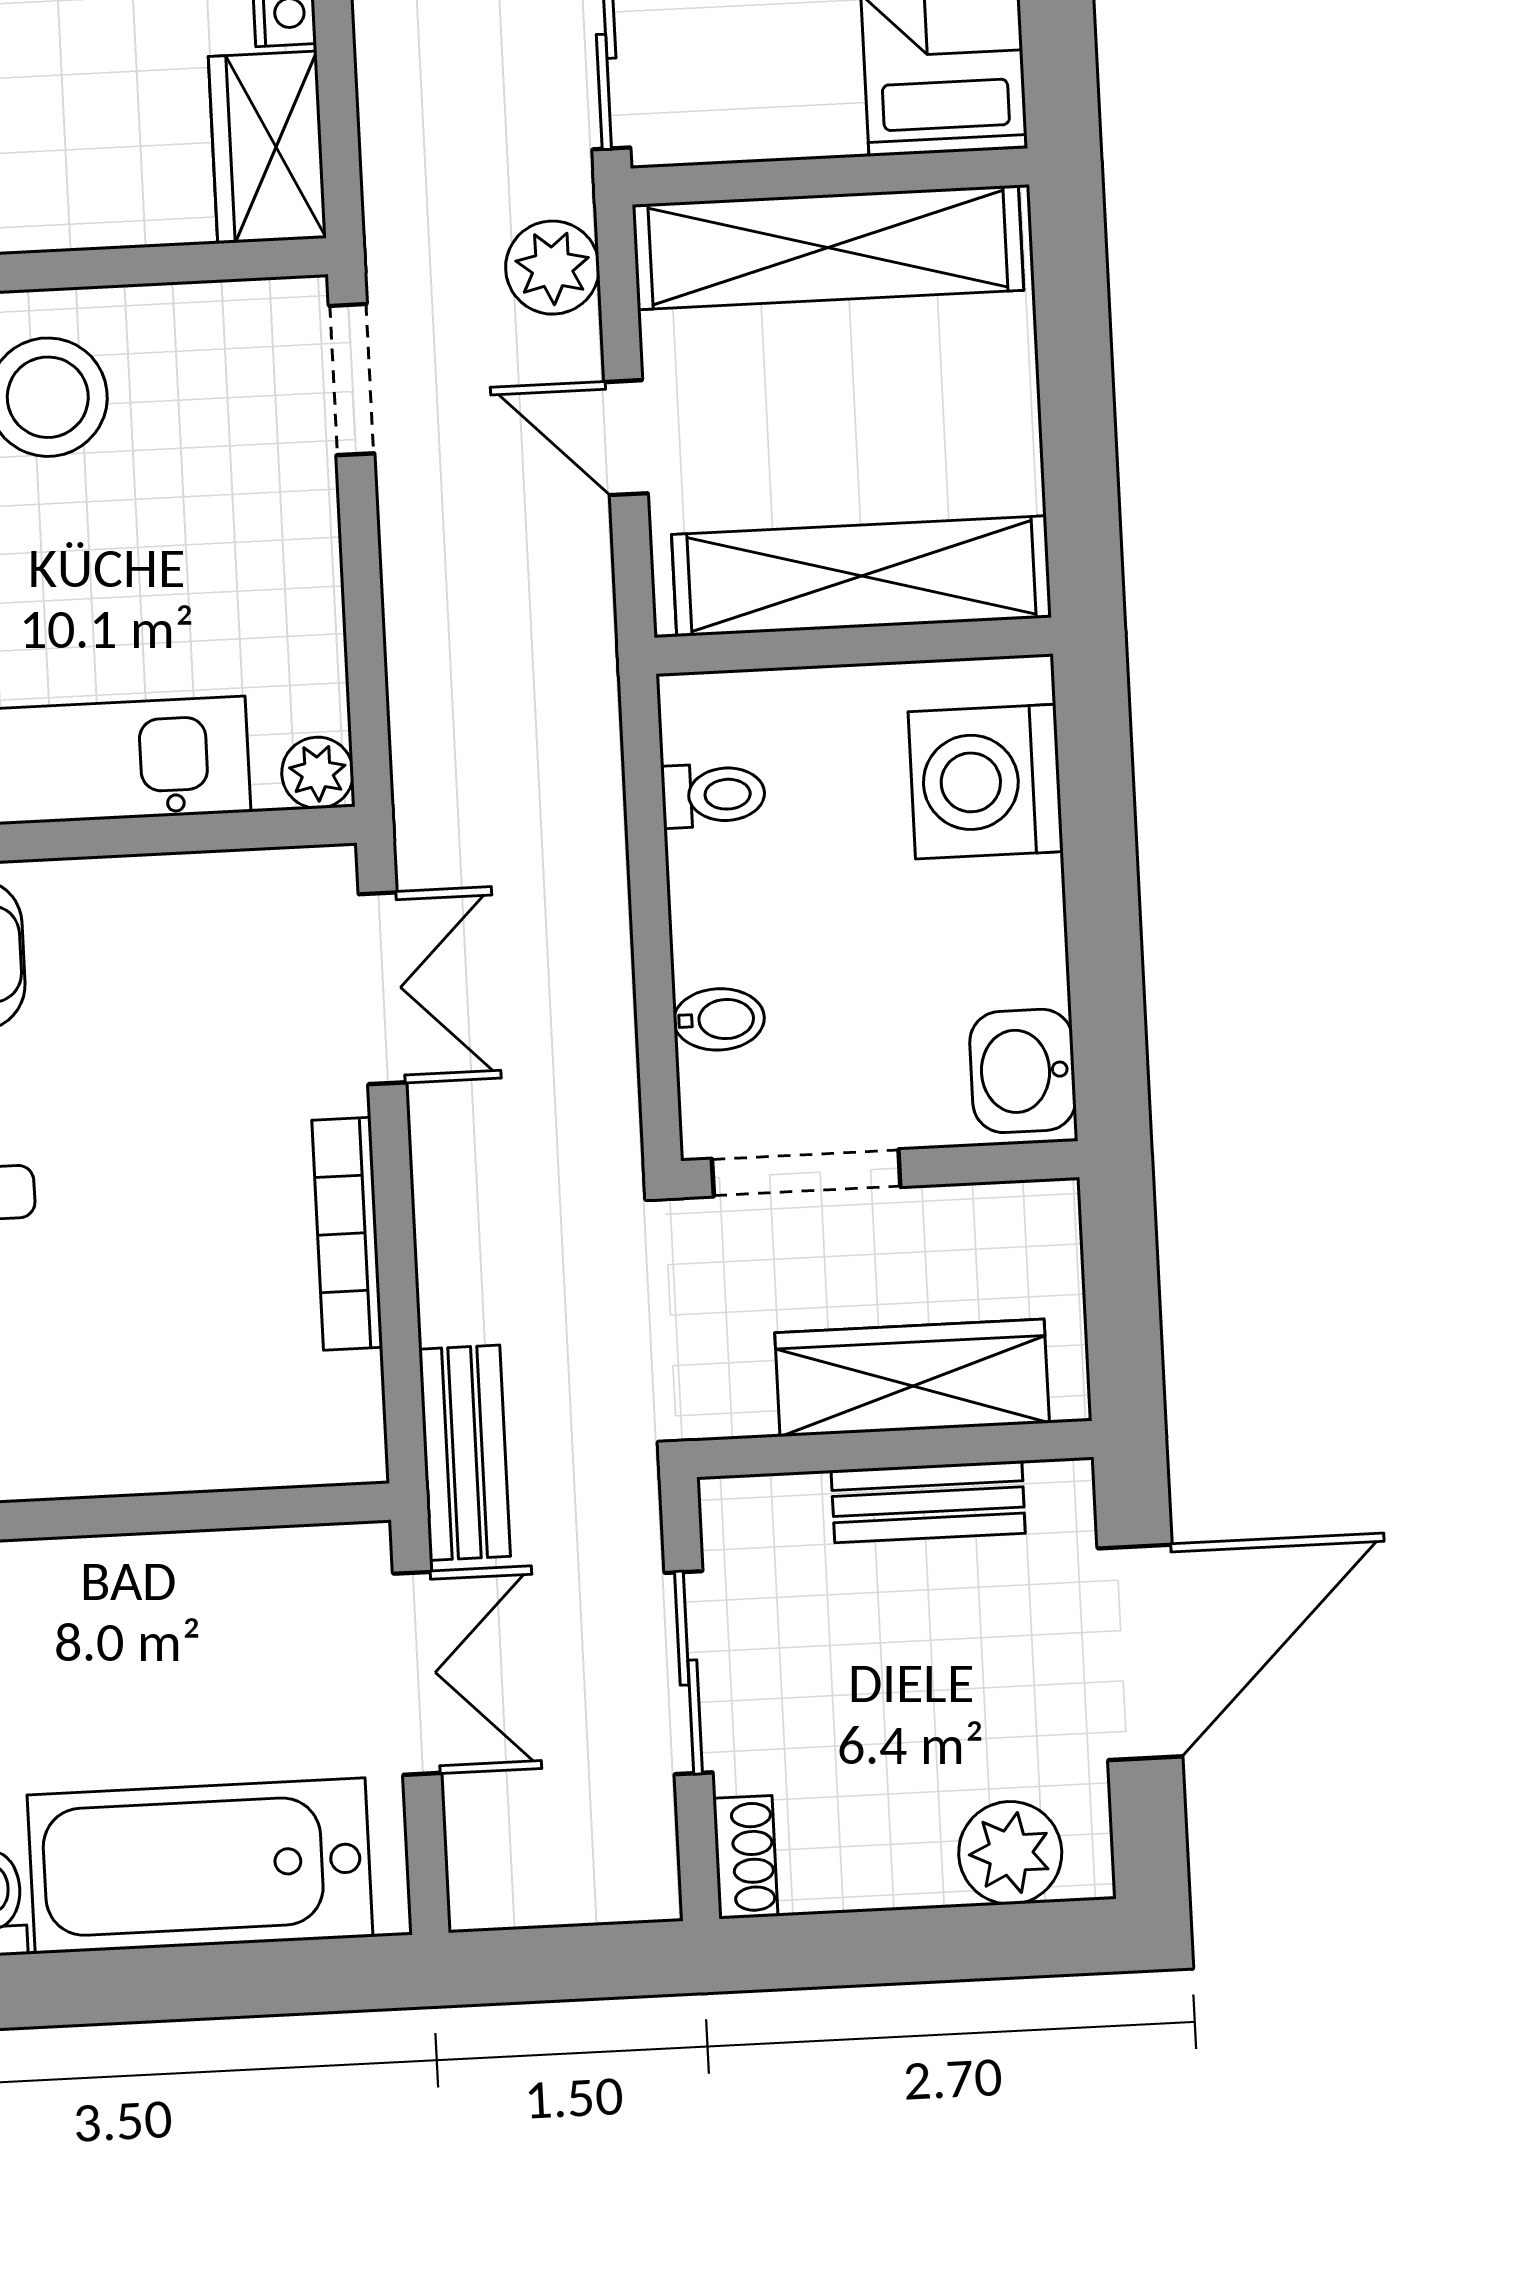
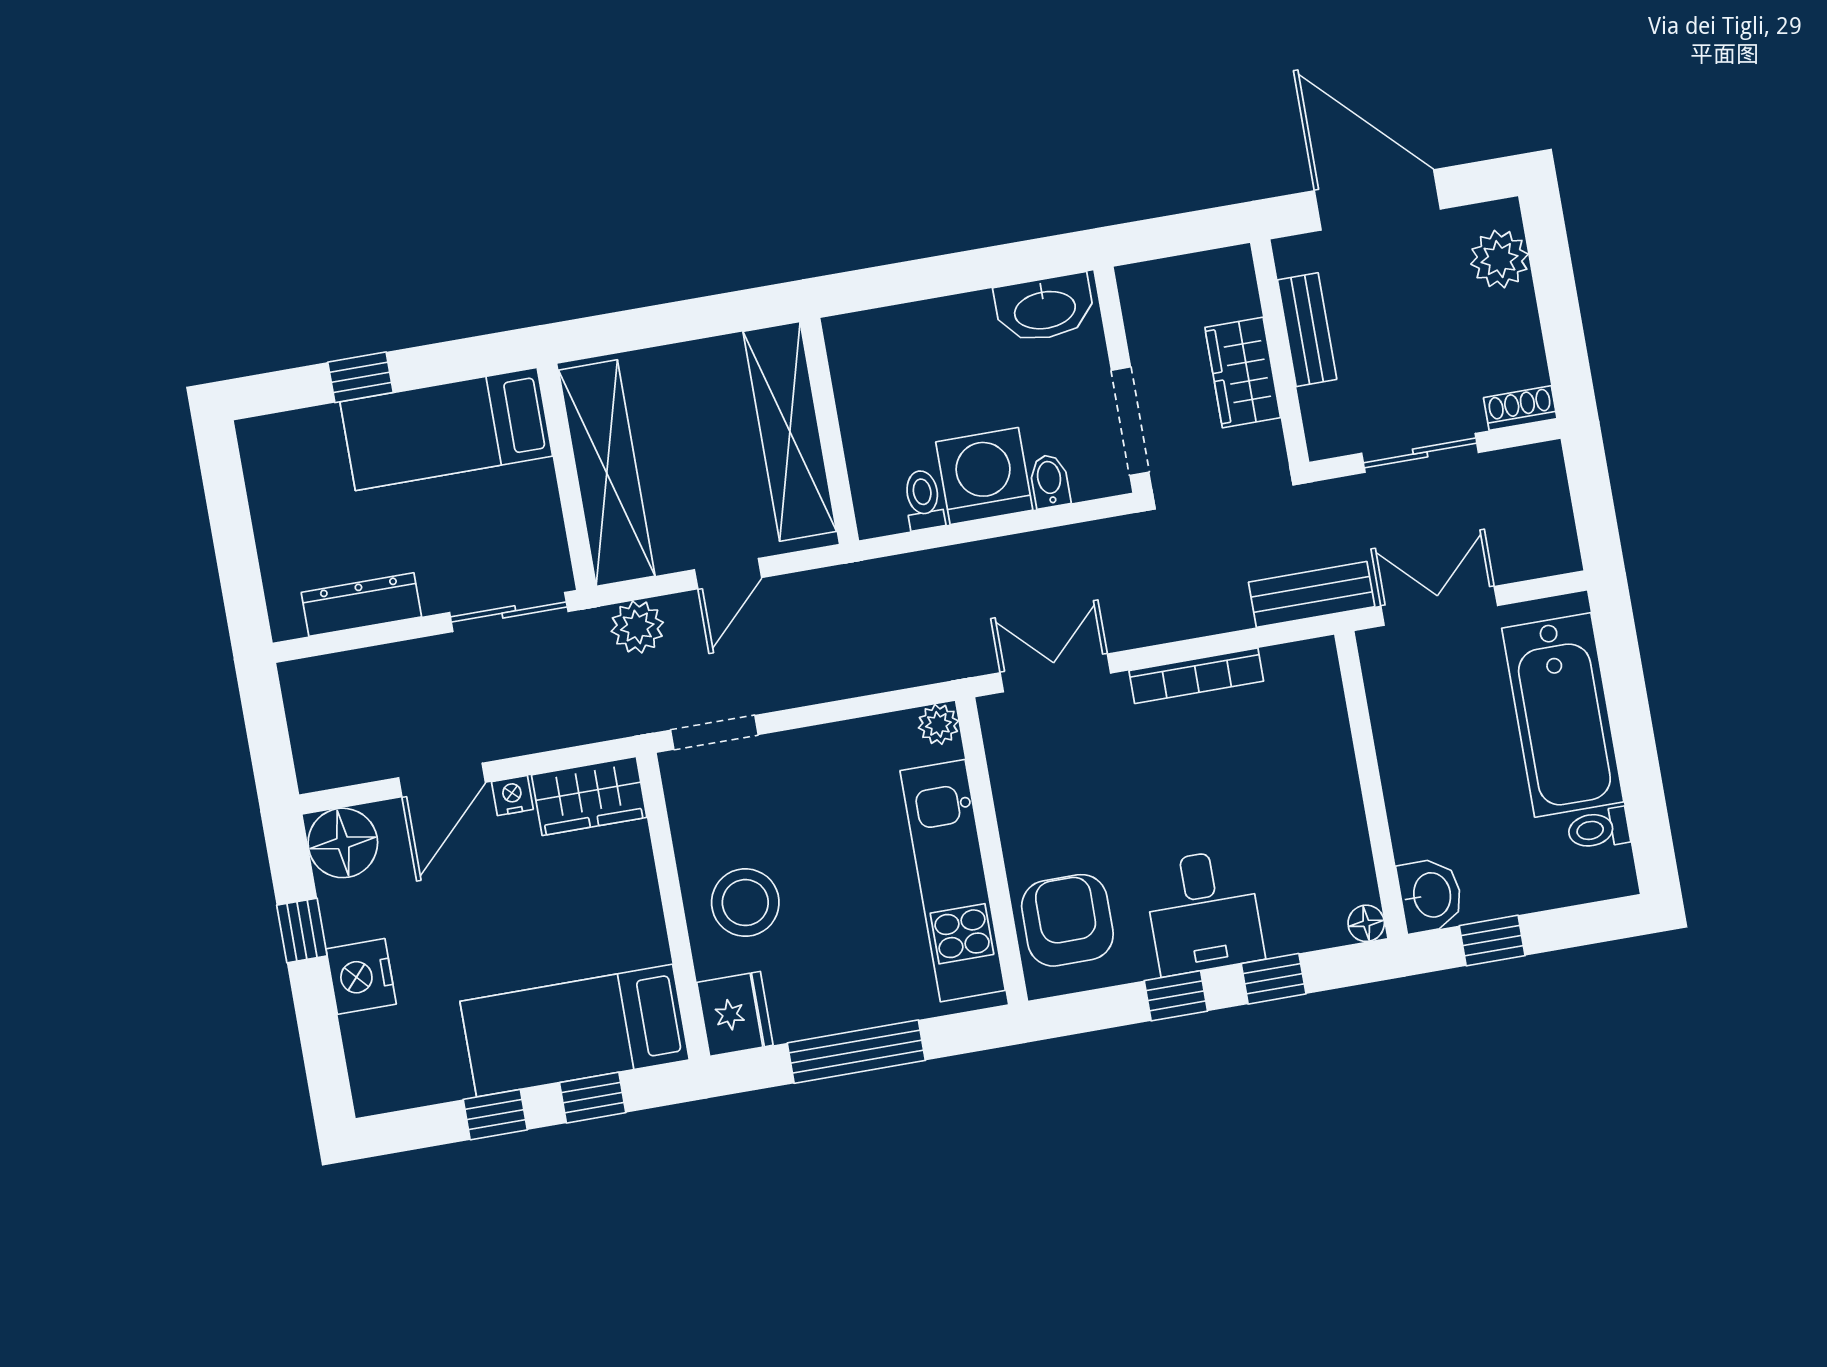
washing machine: (986, 782) -> (984, 476), moved, turned 180
washbasin: (1023, 1071) -> (1045, 308), width x1.38
wardrobe: (912, 1378) -> (1243, 372), width x0.67

